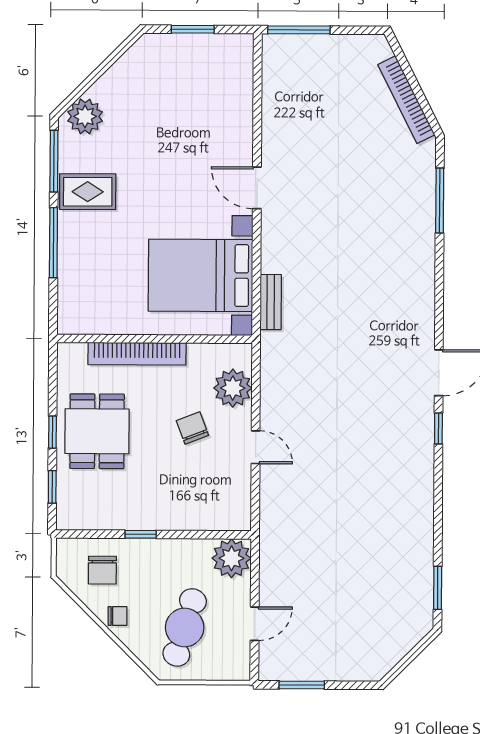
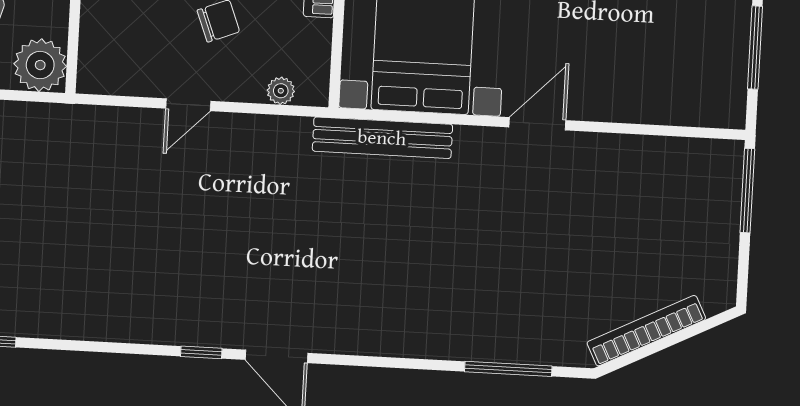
window: (193, 29) -> (755, 48), width x1.44
bench: (271, 302) -> (382, 138), width x1.86, depth x1.21
plant: (233, 388) -> (281, 91), width x0.53, depth x0.53

